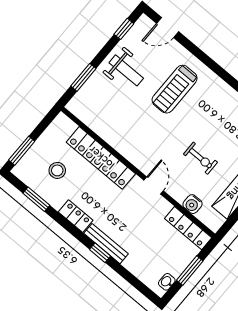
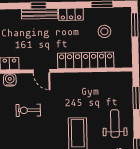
weight bench: (126, 70) -> (115, 123), turned 90

